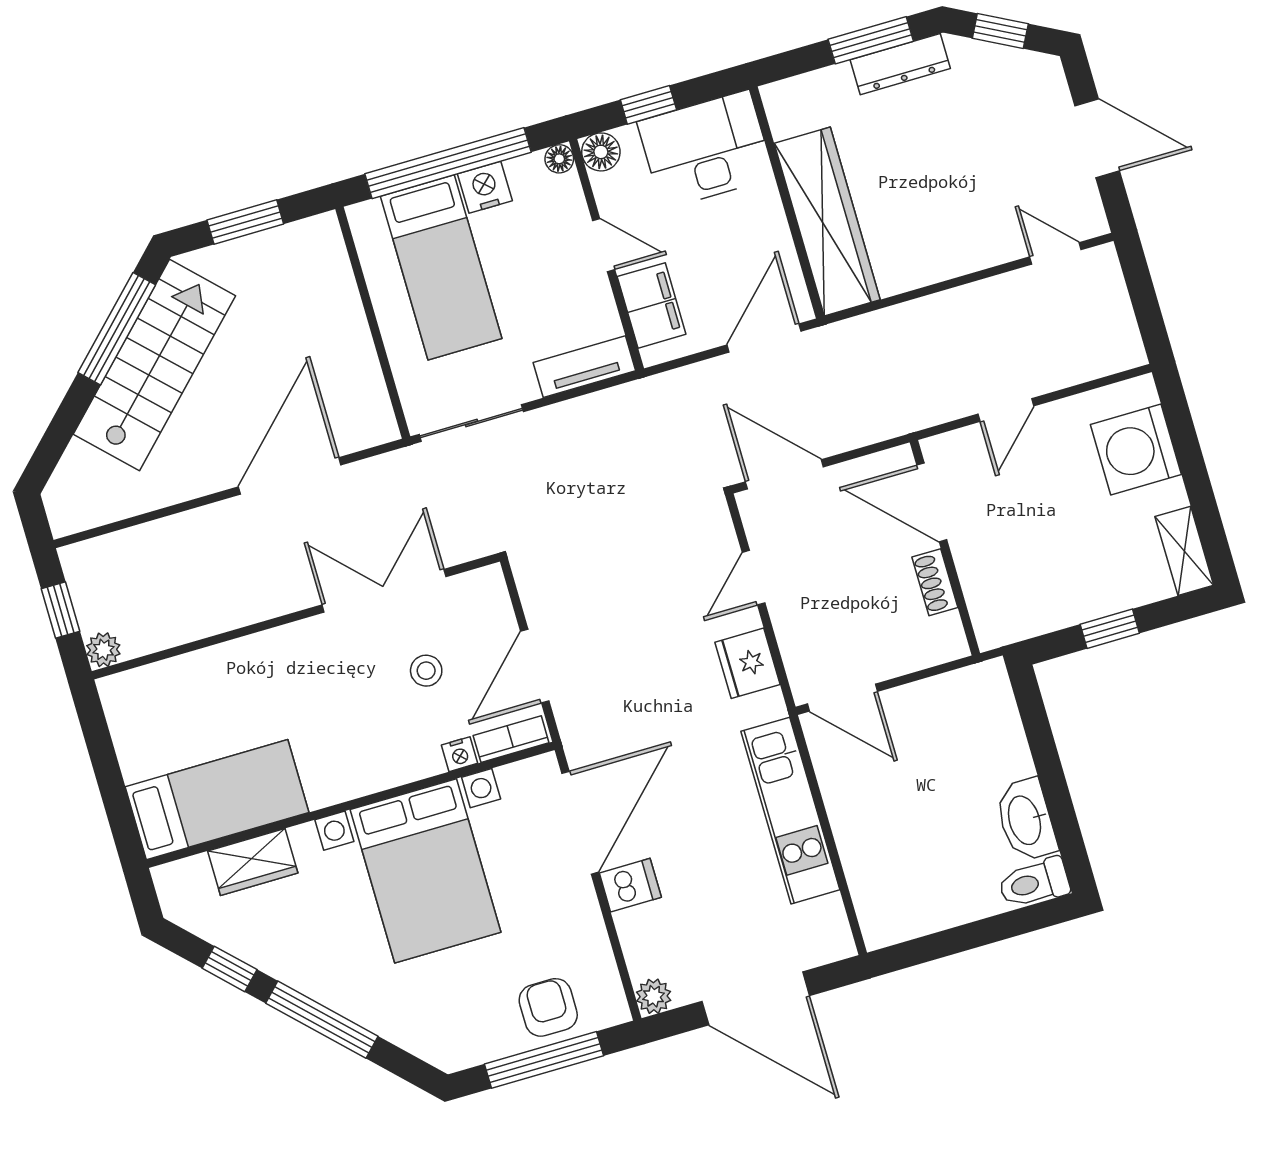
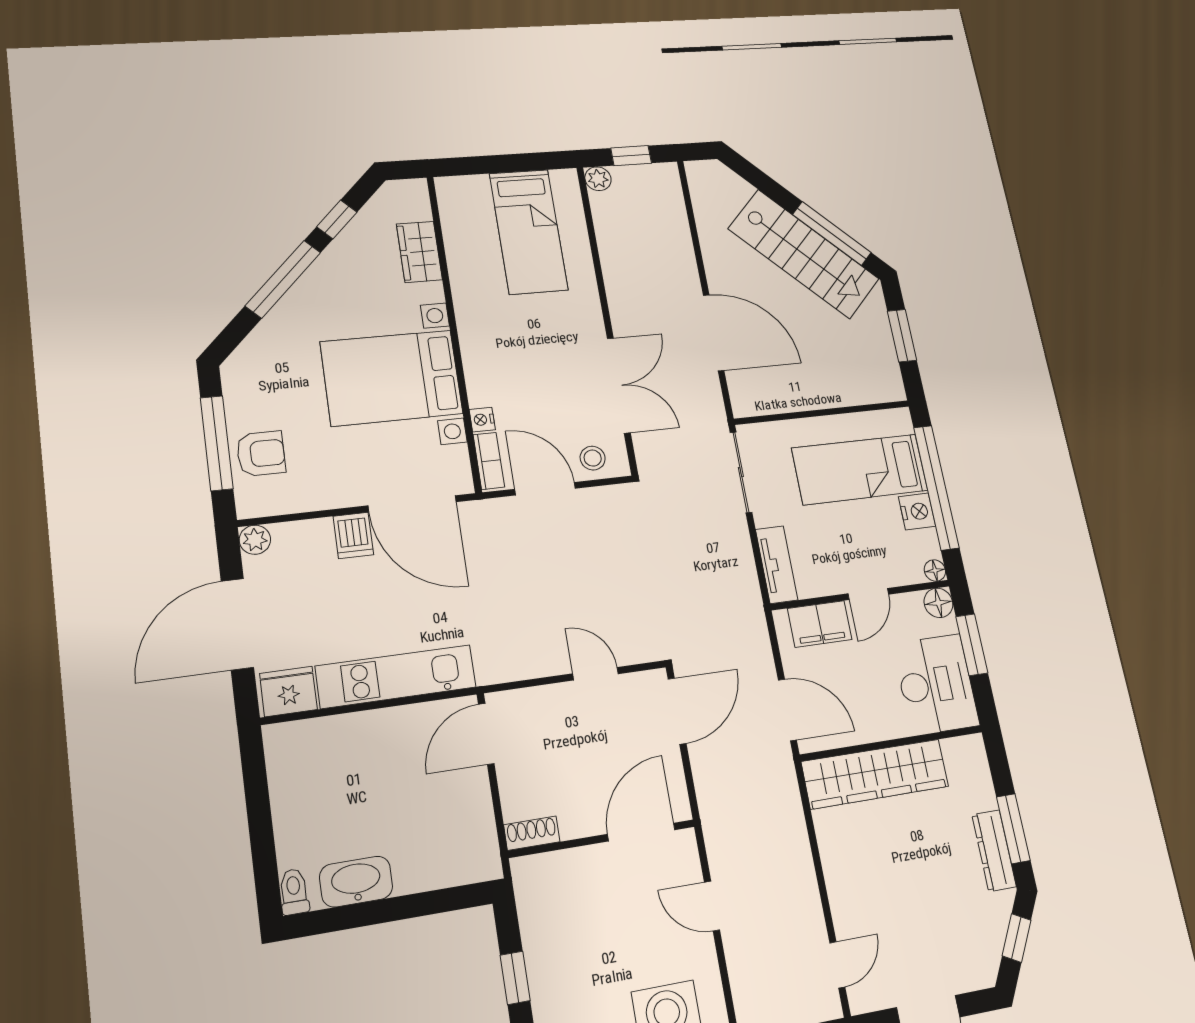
window: (648, 105) -> (972, 645), width x1.50
shoe rack: (935, 582) -> (532, 833), moved
fridge: (748, 663) -> (288, 691), moved
stool: (426, 671) -> (593, 458), moved
bed: (217, 800) -> (529, 231), moved
toilet: (1034, 883) -> (294, 892), width x0.73, depth x0.72

